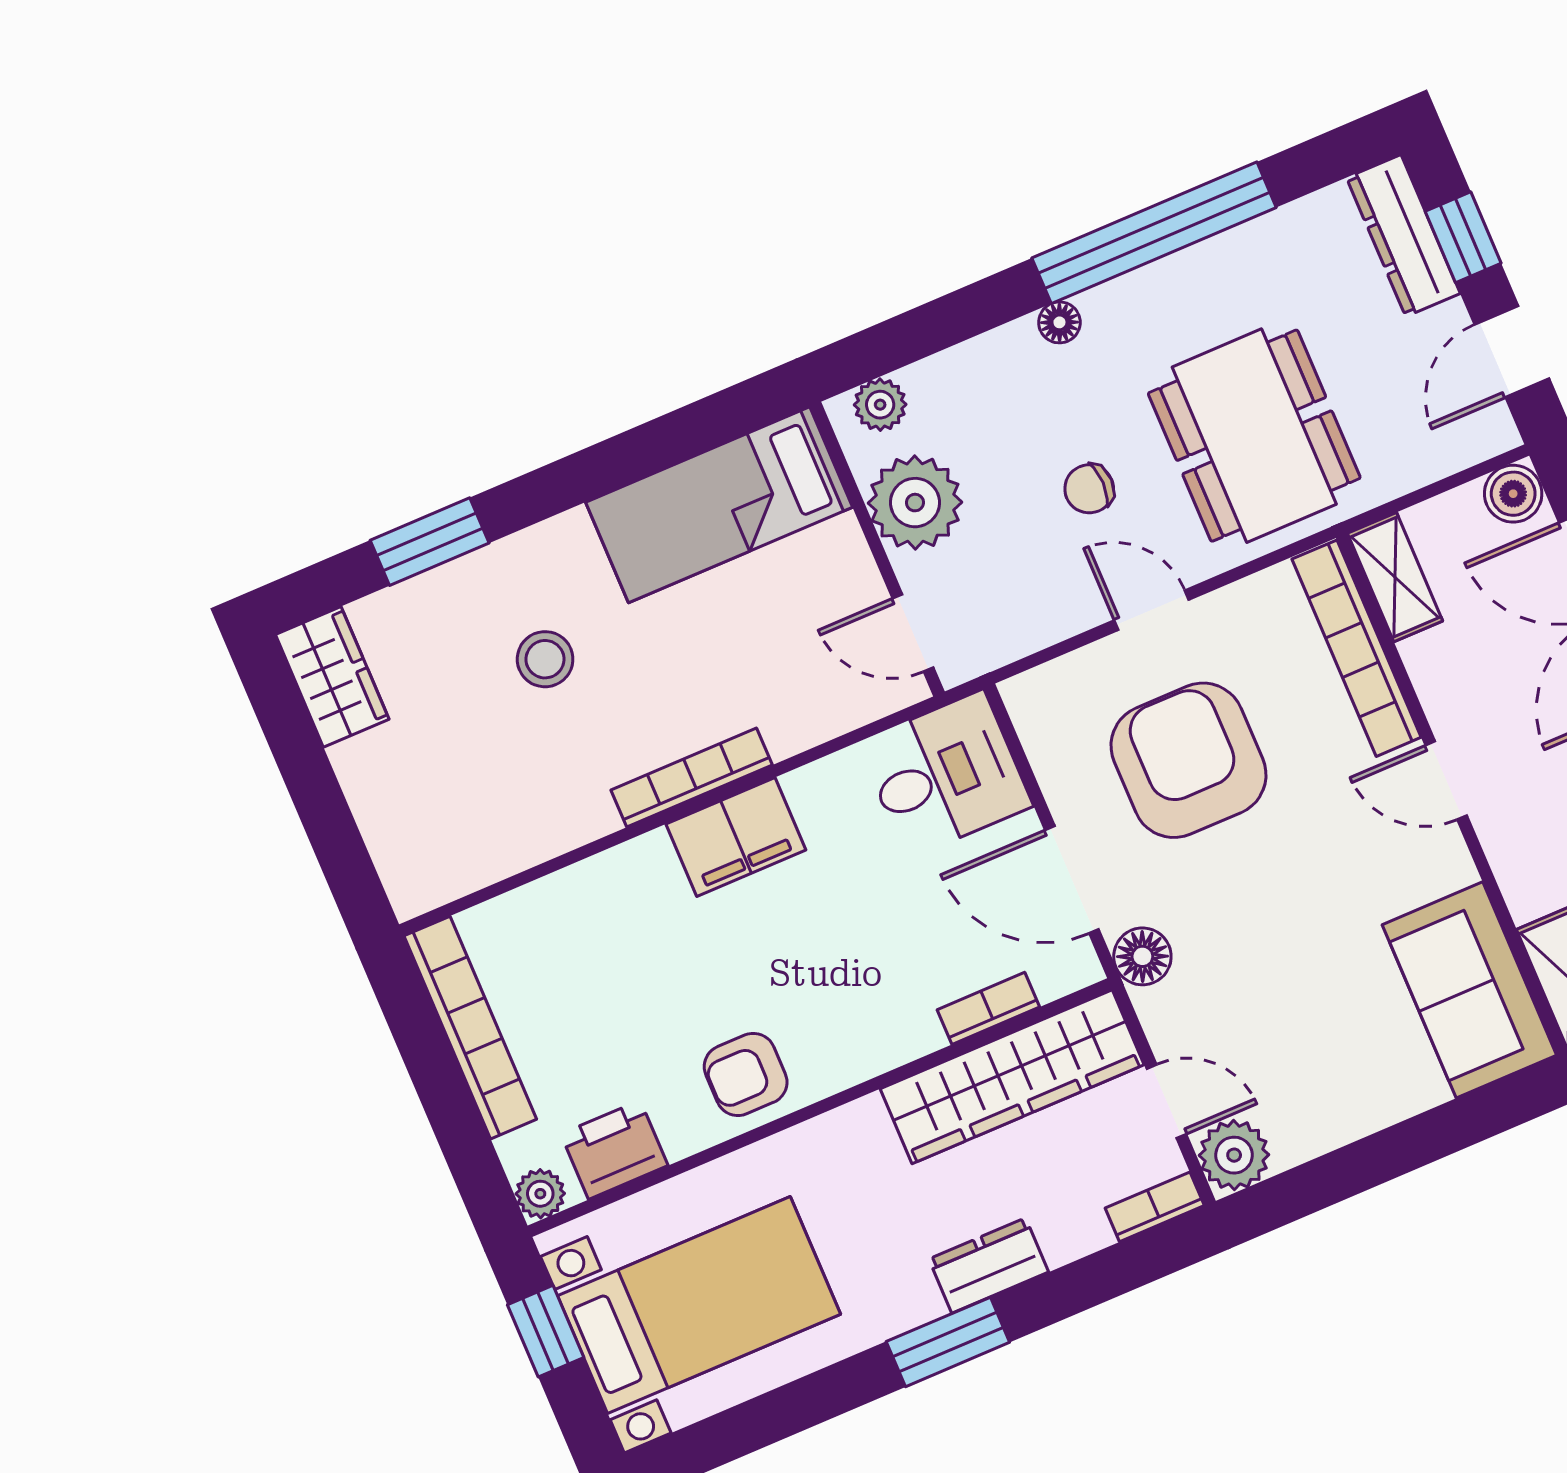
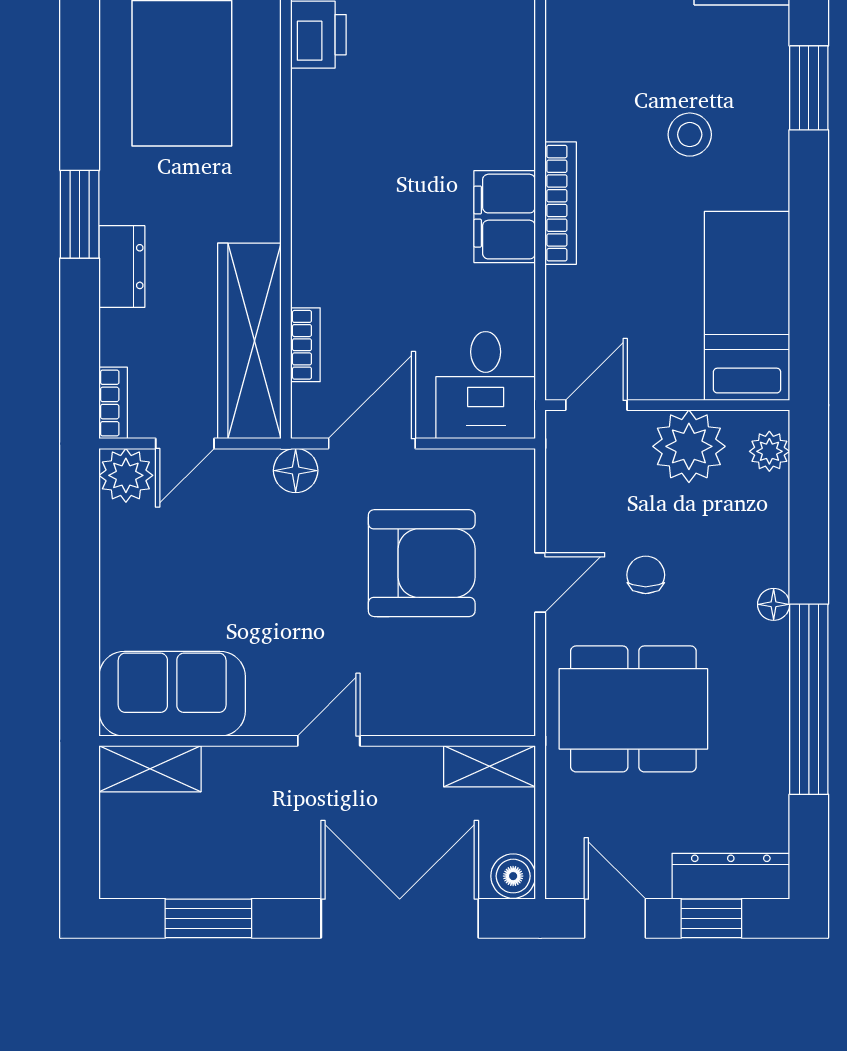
bookcase: (1357, 648) -> (450, 717), removed
armchair: (746, 1074) -> (332, 151), removed

